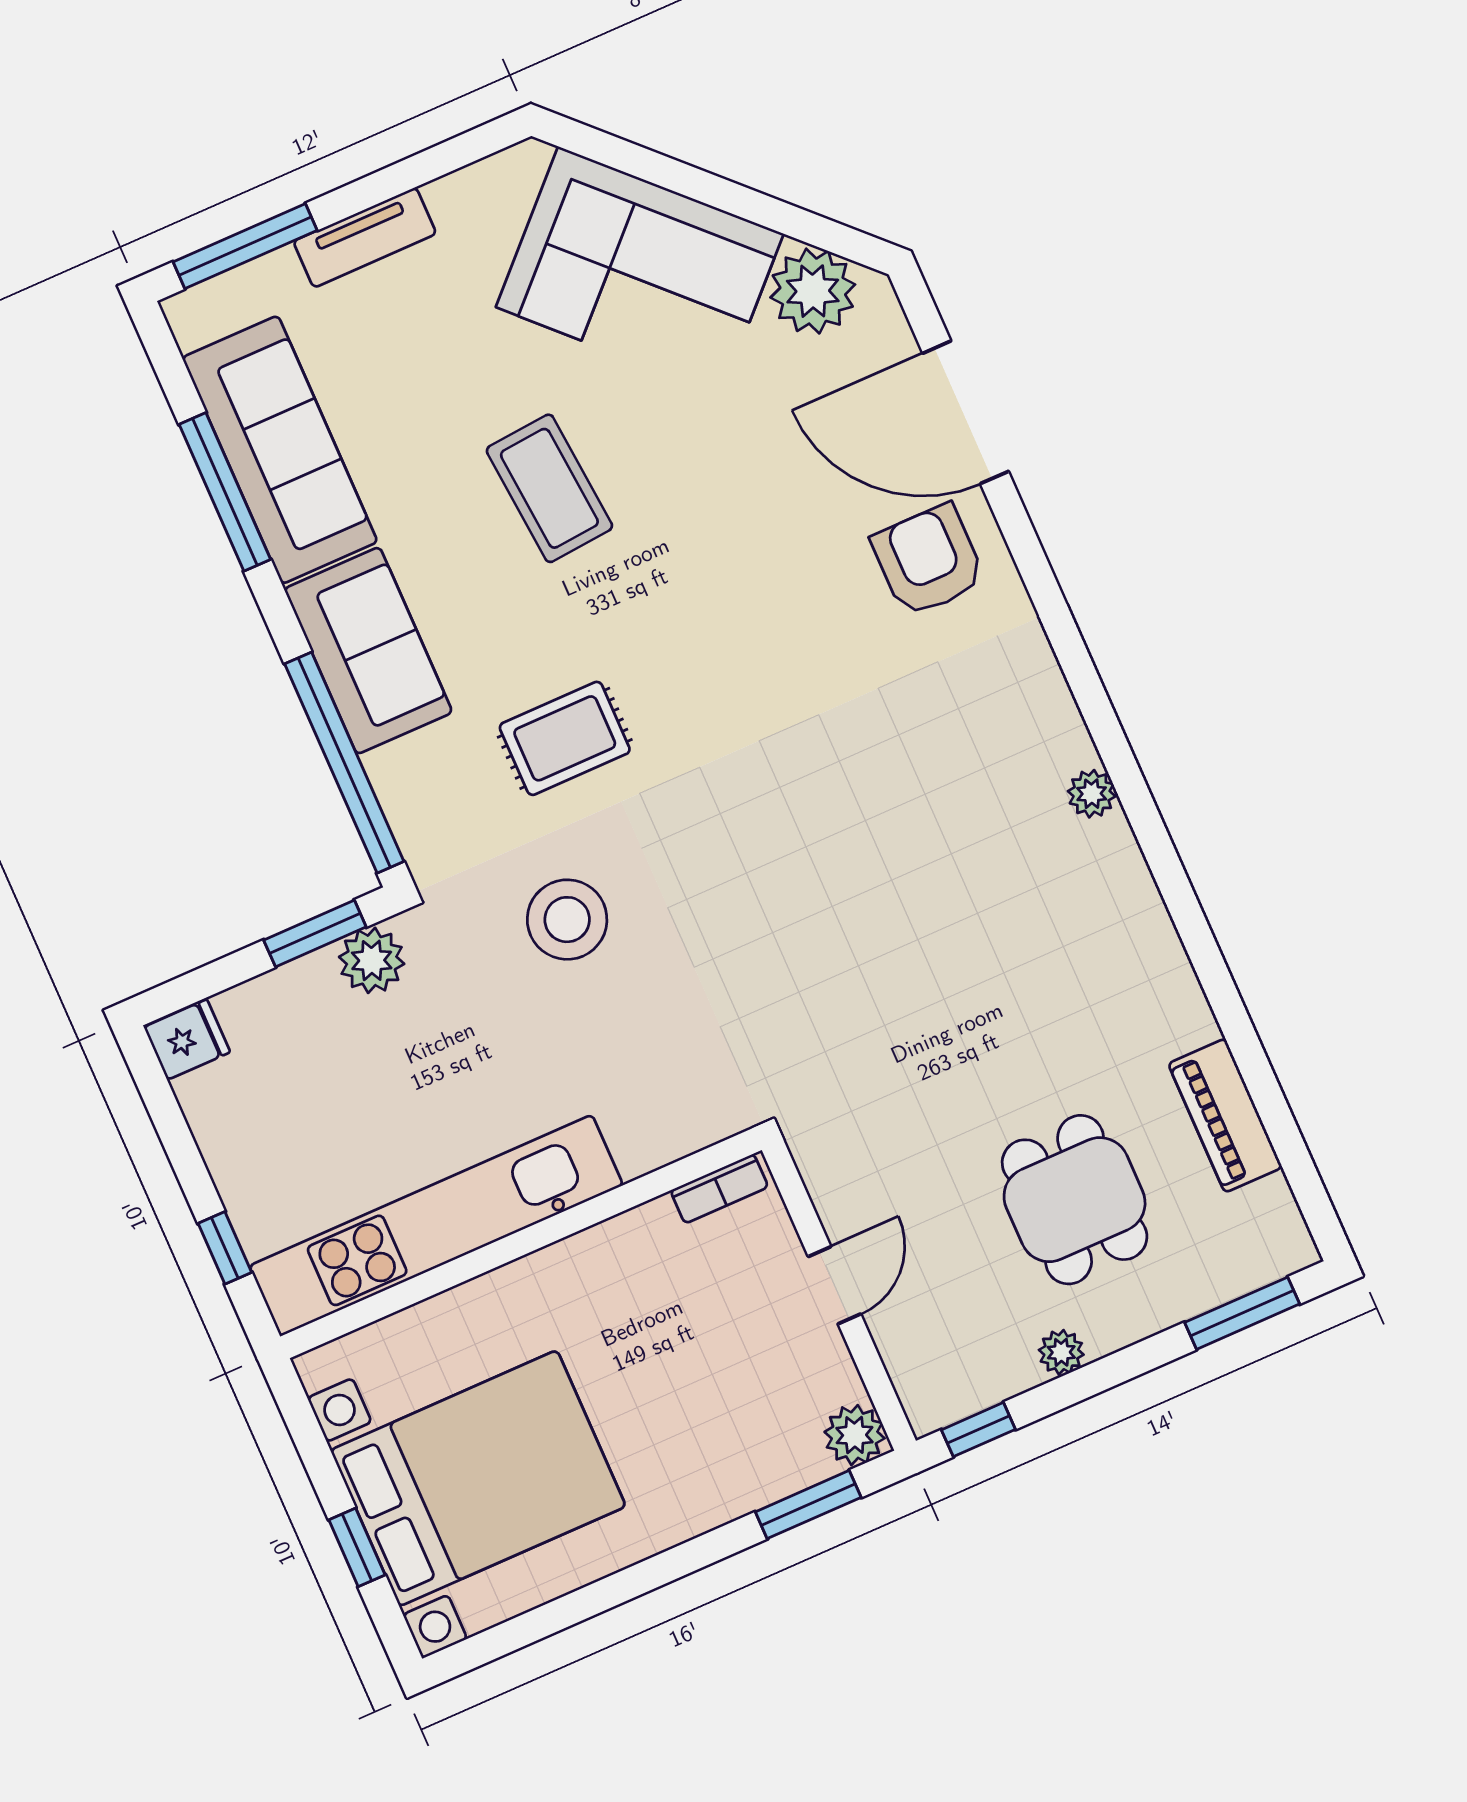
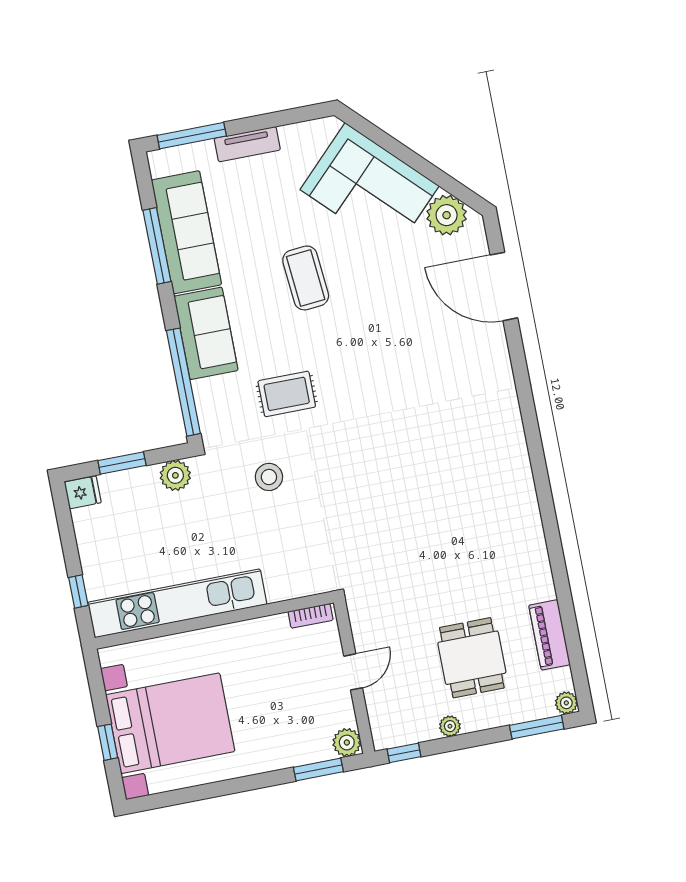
armchair: (928, 560) -> (471, 350), removed
plant: (1092, 794) -> (566, 703), moved
stool: (567, 920) -> (269, 477), width x0.73, depth x0.73
window: (315, 933) -> (122, 463), moved

